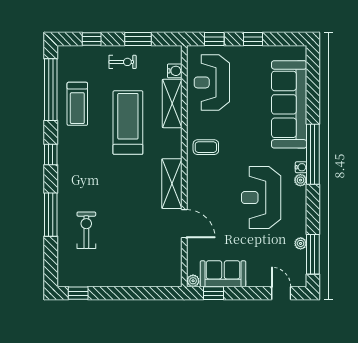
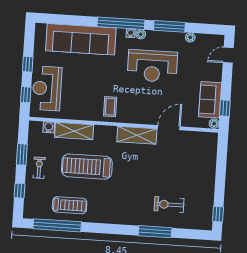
reception desk: (212, 82) -> (47, 88), moved, turned 90
window: (51, 154) -> (108, 229), removed
window: (313, 254) -> (169, 26), moved

